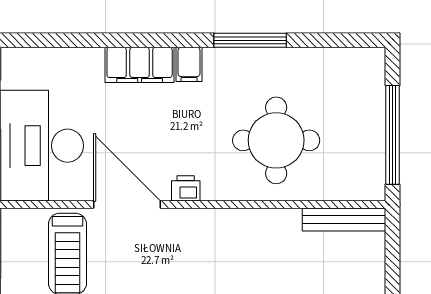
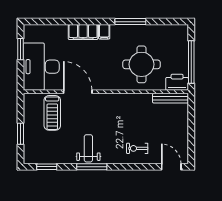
printer: (186, 188) -> (177, 82), moved, width x1.87, depth x1.48

